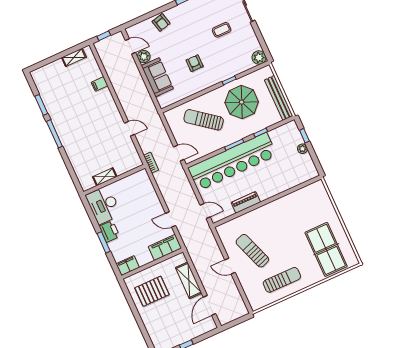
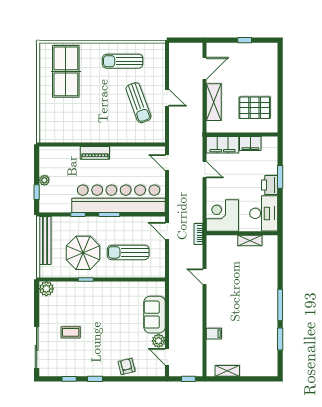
armchair: (195, 63) -> (112, 312), removed
sun lounger: (204, 120) -> (128, 252), turned 142
corner desk: (138, 187) -> (222, 216), added
piano: (246, 202) -> (95, 153), moved
filing cabinet: (128, 266) -> (250, 144), moved

